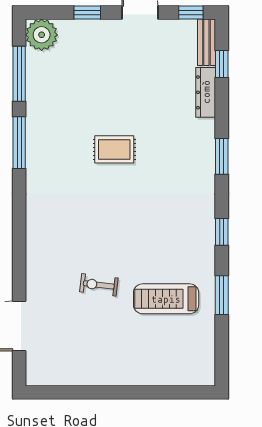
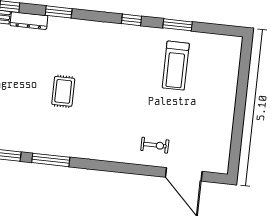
window: (222, 156) -> (59, 12), moved
exercise bike: (99, 285) -> (155, 145), moved, turned -97

